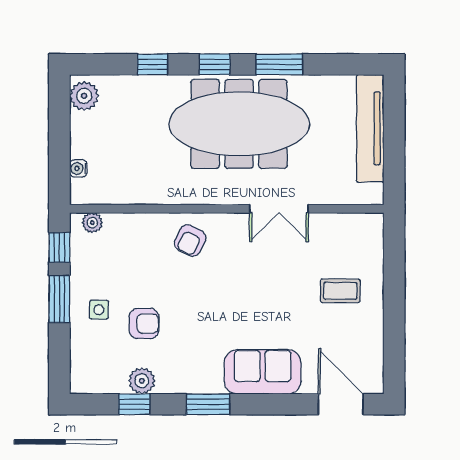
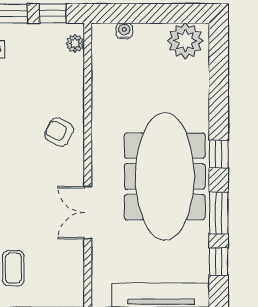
window: (153, 64) -> (219, 262), moved
plant: (84, 96) -> (185, 41), width x1.36, depth x1.36

